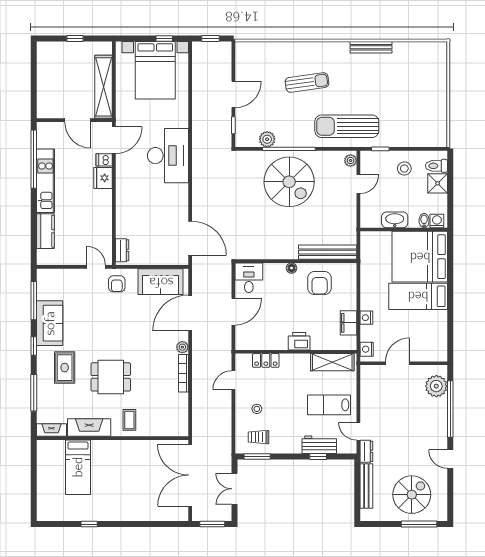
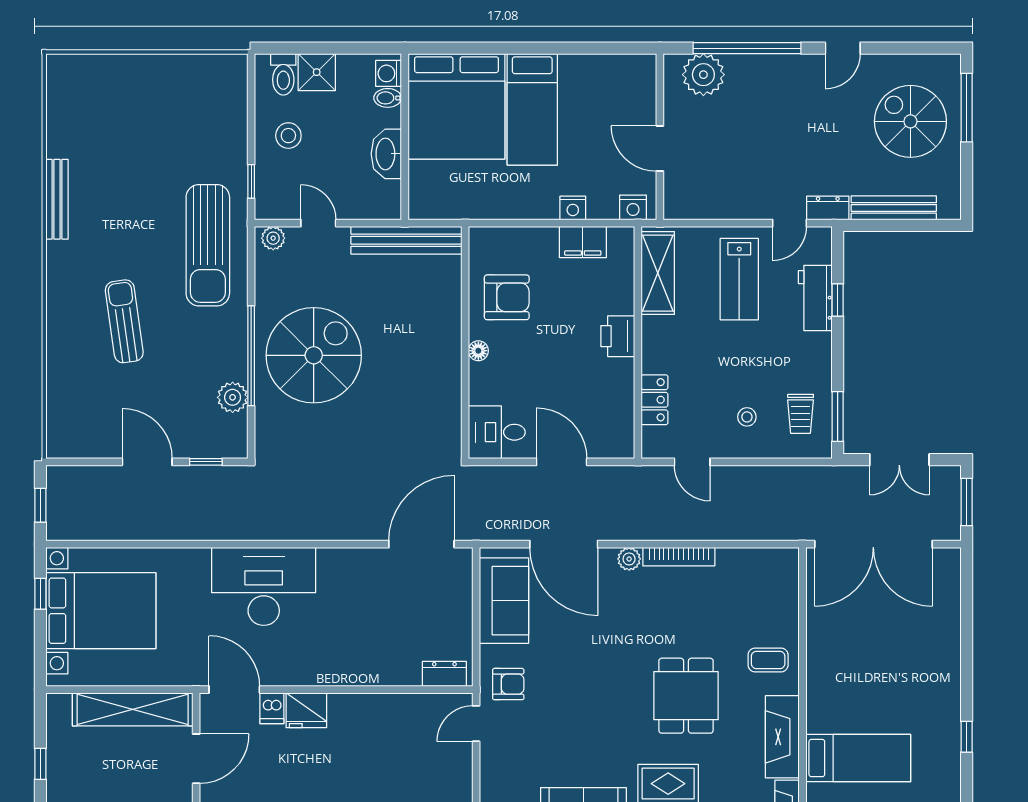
bench: (328, 252) -> (406, 240), moved, turned 90

